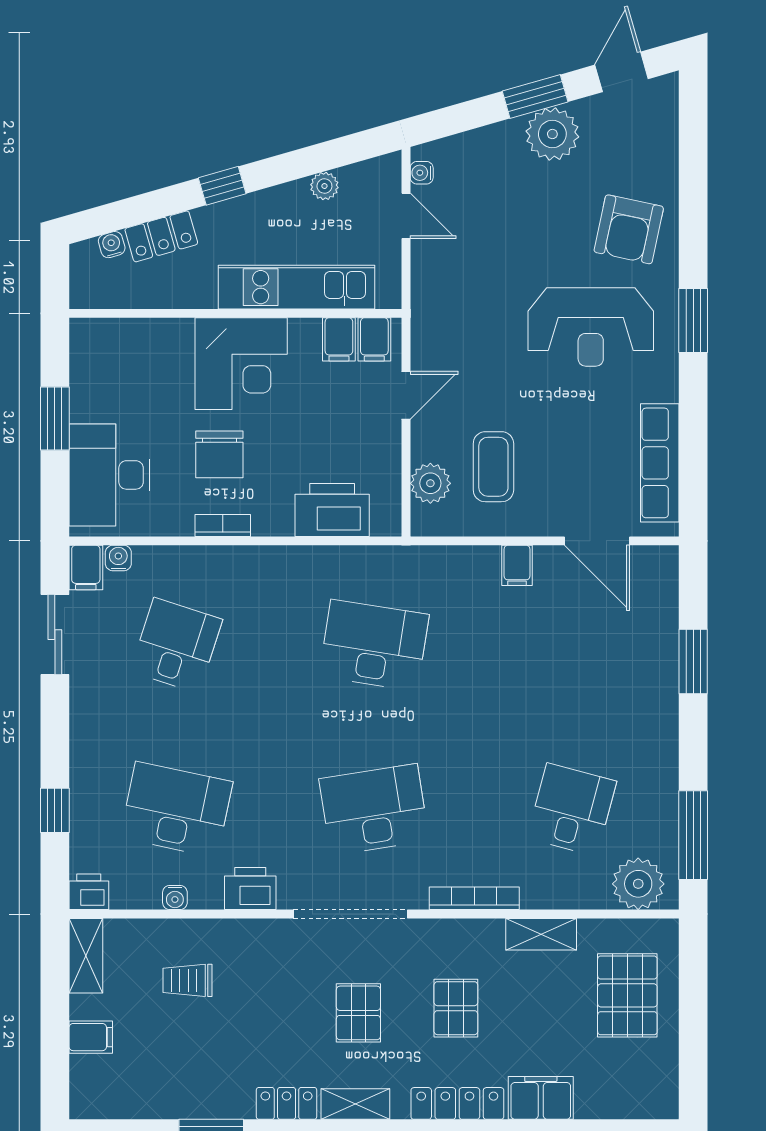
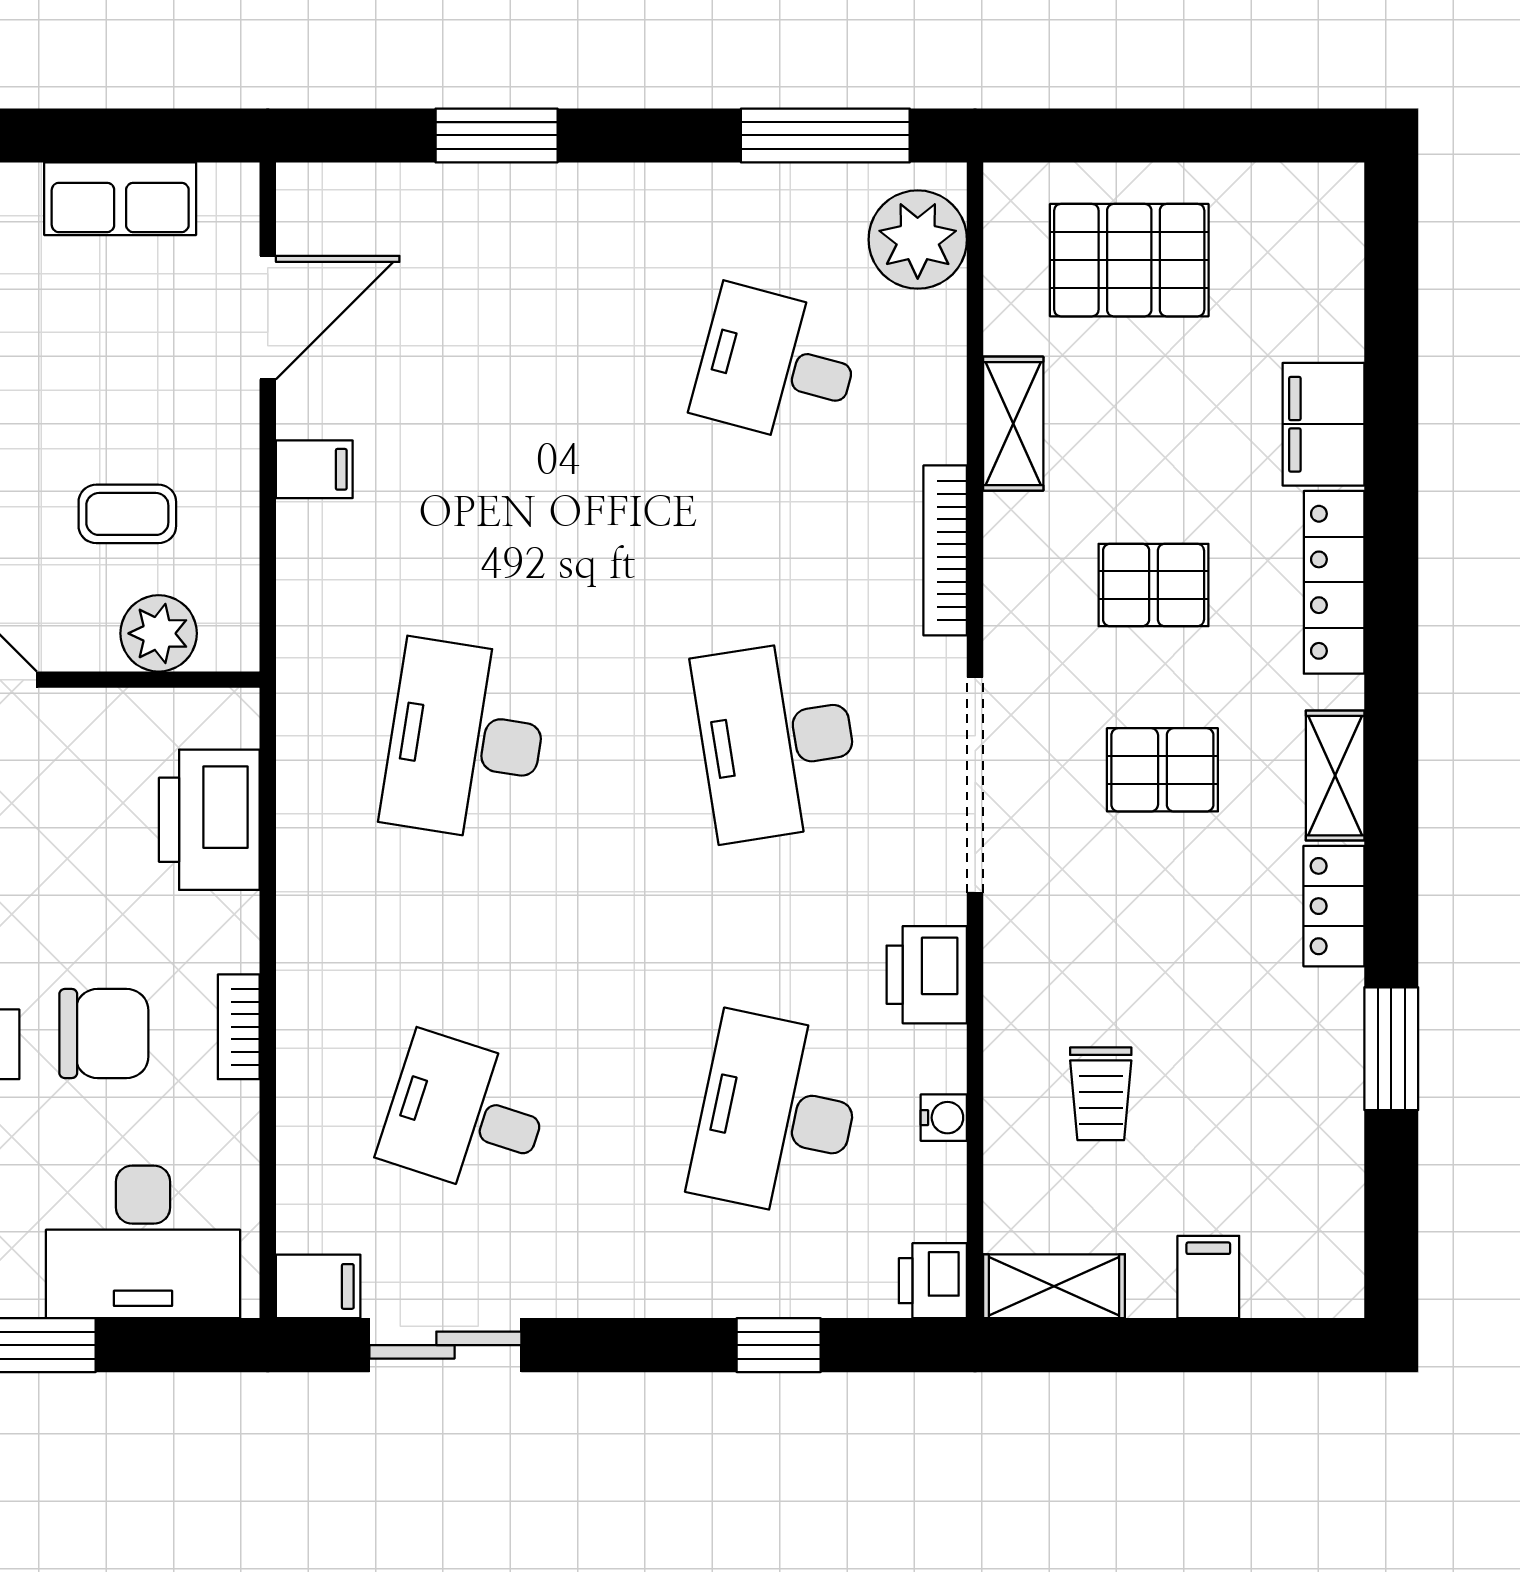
row of seats: (660, 463) -> (120, 199), width x0.68
coffee table: (493, 467) -> (127, 514), width x0.73, depth x0.77
water cooler: (118, 558) -> (300, 1225), removed

